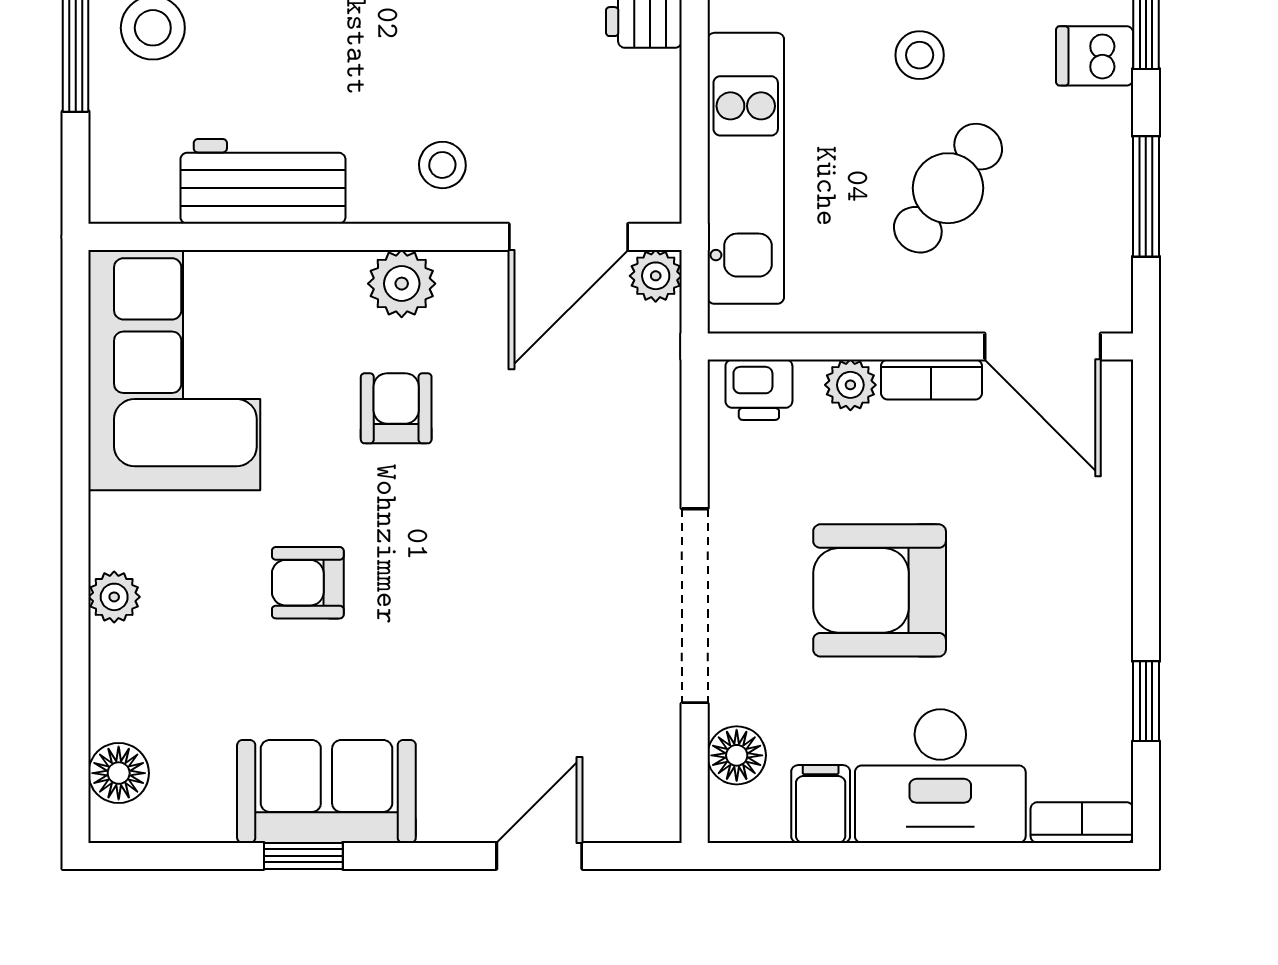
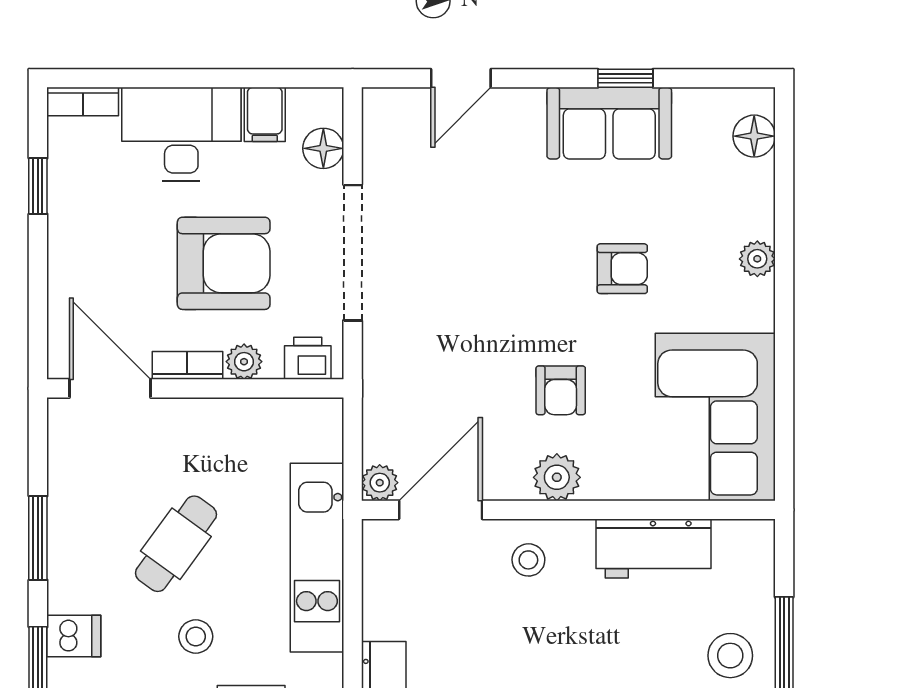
wall: (920, 347) -> (195, 388), moved
door: (1043, 347) -> (110, 388), moved
bookcase: (931, 380) -> (187, 365), moved
plant: (850, 385) -> (244, 362), moved
printer: (759, 390) -> (308, 358), moved

